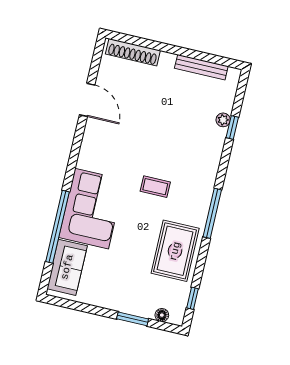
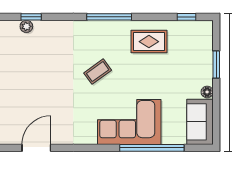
coffee table: (155, 187) -> (98, 72), turned 54
rug: (175, 251) -> (149, 42), width x0.73, depth x0.70
sofa: (67, 267) -> (200, 122), moved, turned -90
floor lamp: (162, 315) -> (207, 92), moved

